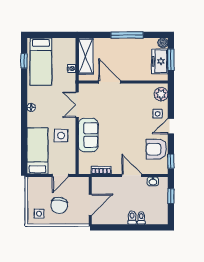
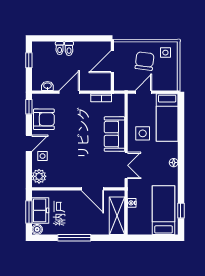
door: (132, 175) -> (69, 92), swing flipped
window: (171, 196) -> (29, 60), moved

